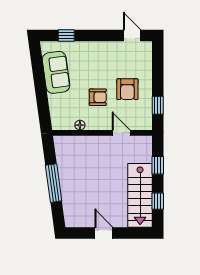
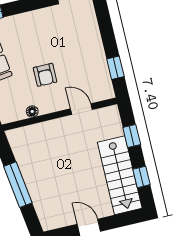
armchair: (127, 89) -> (77, 58), removed
armchair: (98, 97) -> (45, 75), turned 90

